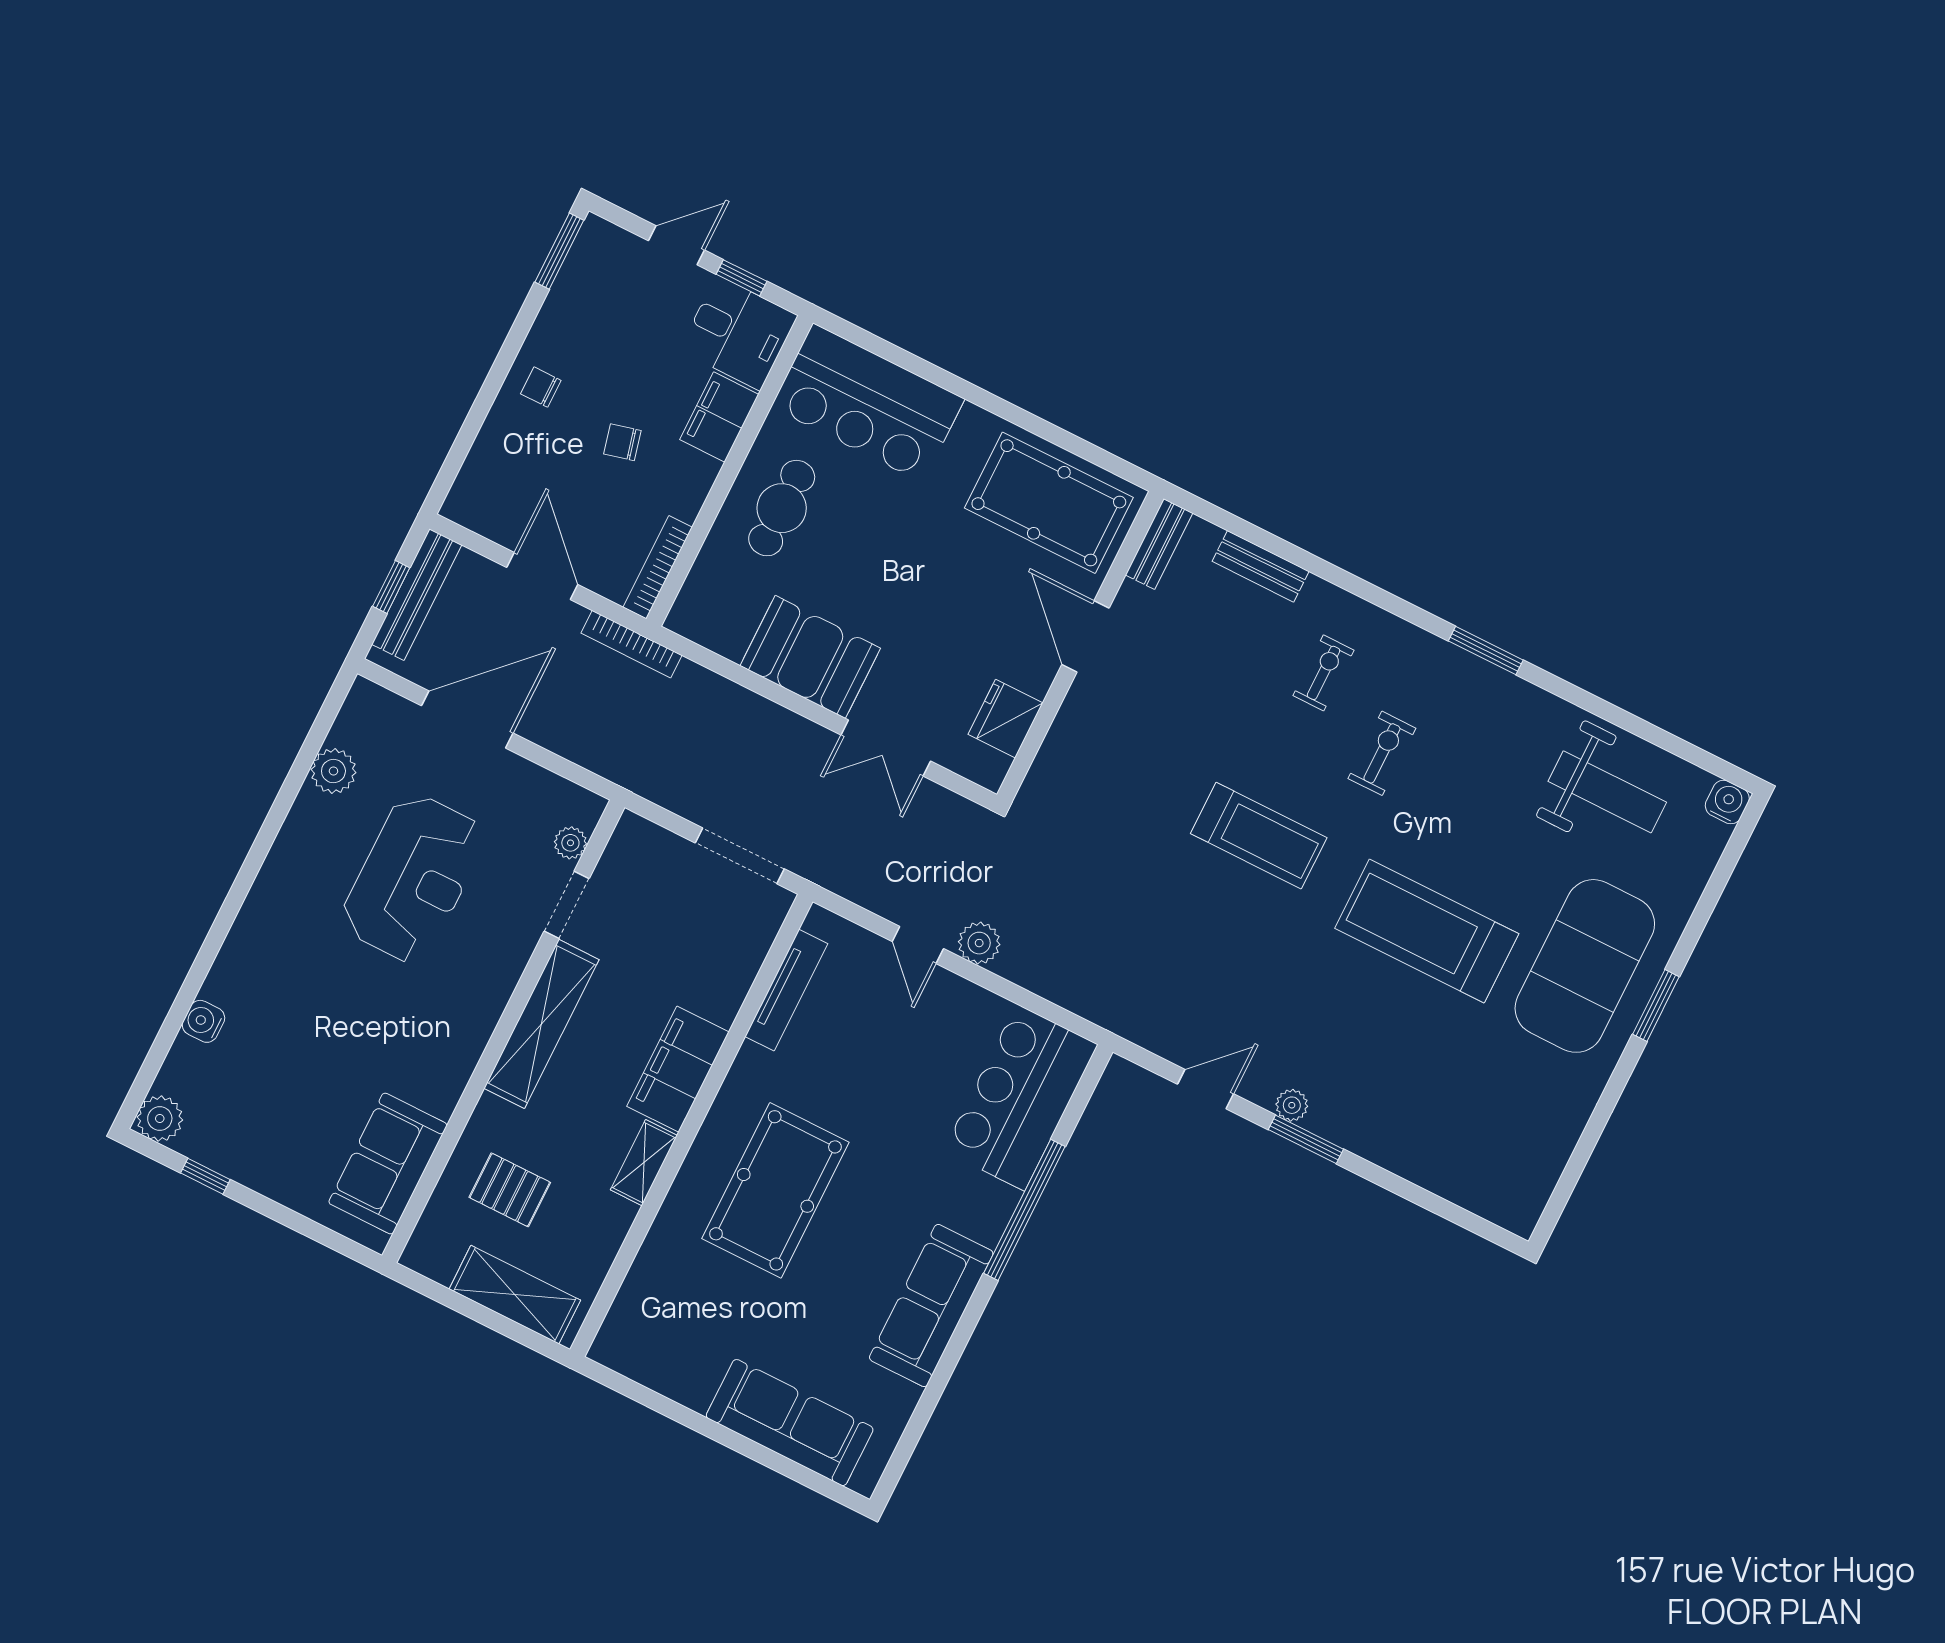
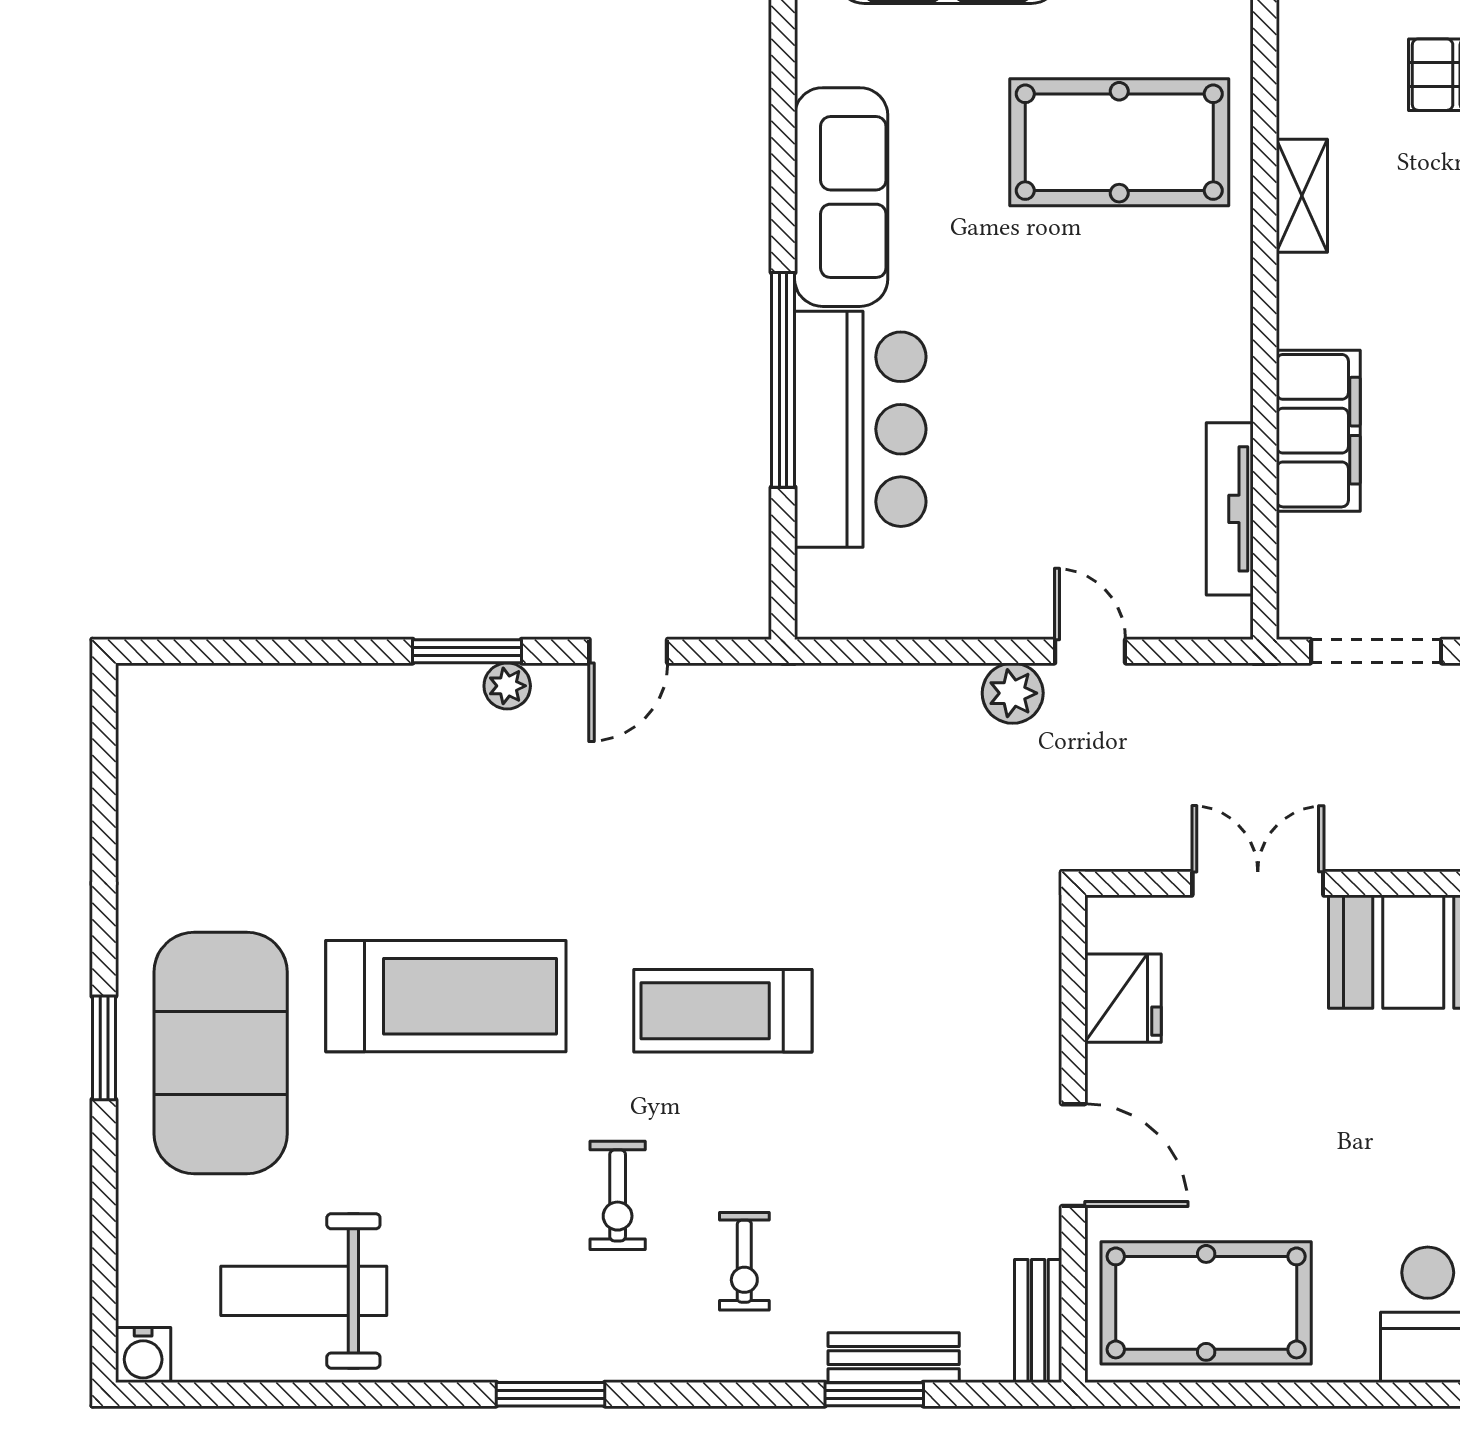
window: (1284, 550) -> (874, 1394), added
filing cabinet: (678, 1069) -> (1318, 431), moved
bar counter: (1021, 1097) -> (860, 429), moved
pool table: (775, 1190) -> (1119, 142), moved, turned 90

